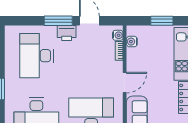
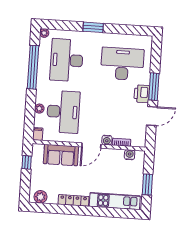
water cooler: (118, 35) -> (107, 140), moved
door: (125, 83) -> (91, 146), hinge flipped

